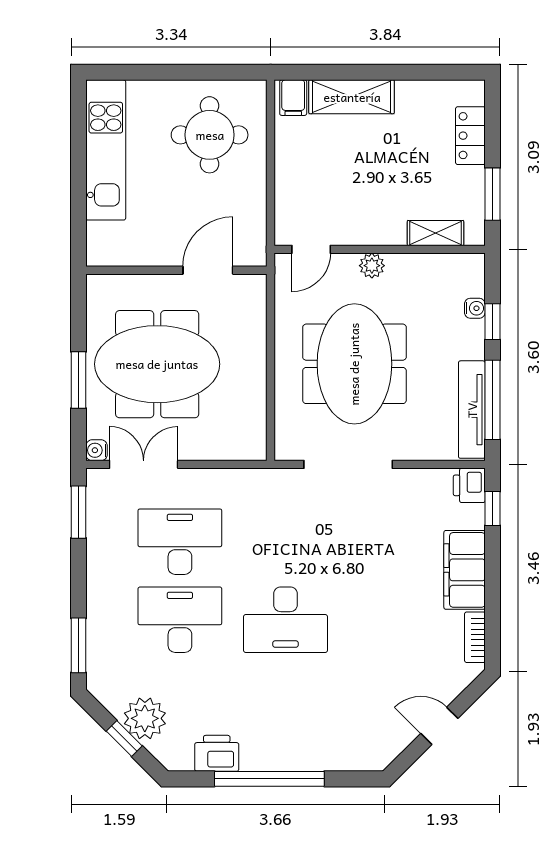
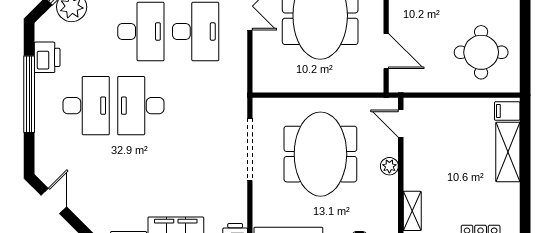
meeting table: (354, 364) -> (320, 154), turned 90
desk: (285, 698) -> (86, 106), added
door: (439, 726) -> (54, 201), moved

